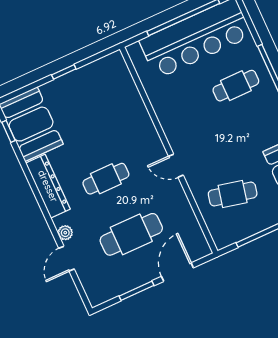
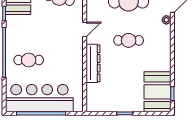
door: (176, 166) -> (85, 30), hinge flipped
dresser: (48, 186) -> (93, 63), moved, turned 180

